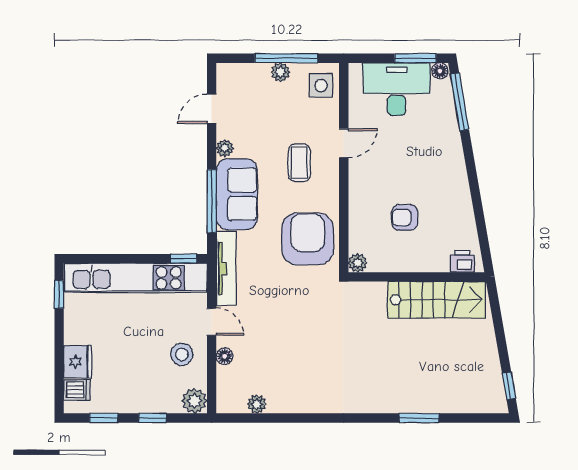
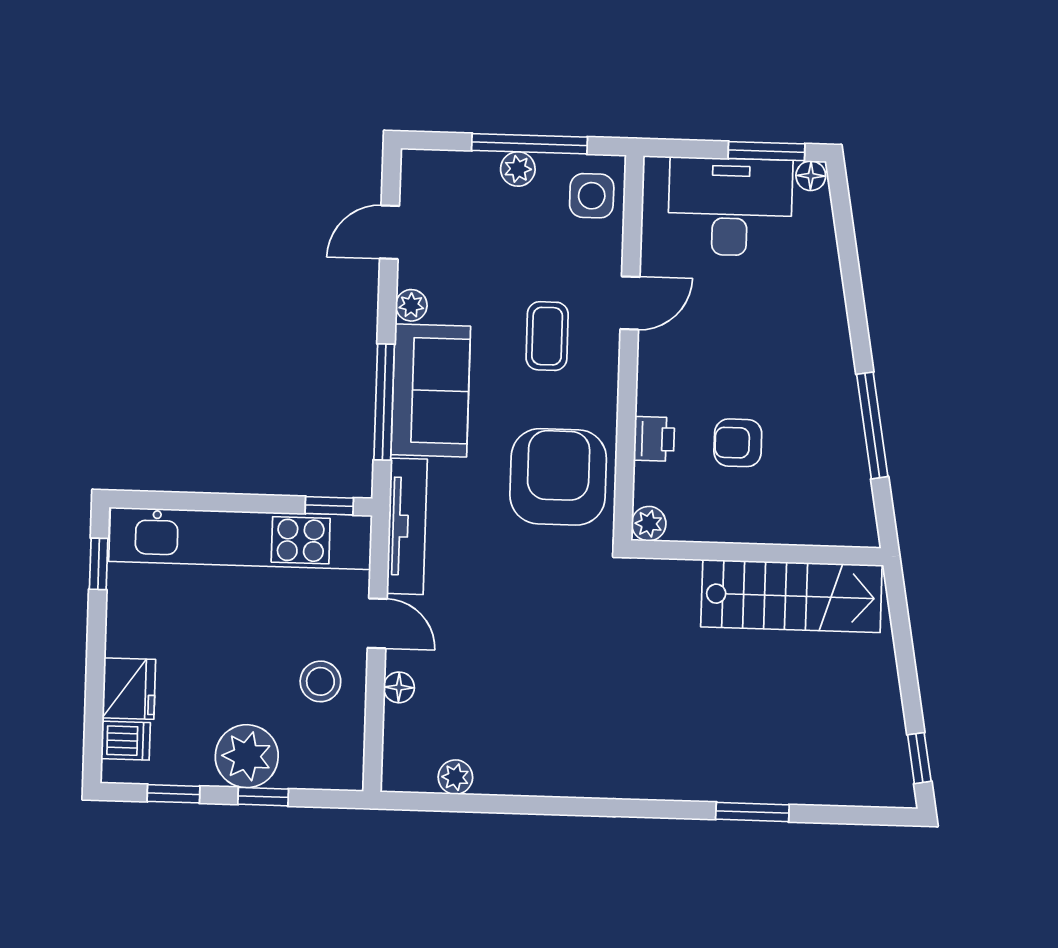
window: (460, 102) -> (872, 425), moved
printer: (462, 261) -> (654, 439), moved, turned 90
plant: (195, 401) -> (247, 756), moved, width x1.36, depth x1.36

